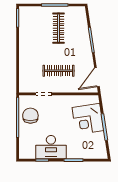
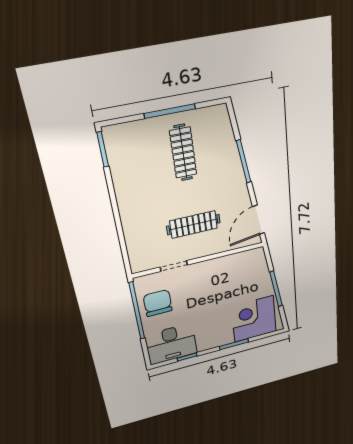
corner desk: (88, 119) -> (254, 319), moved, turned 99
desk: (51, 147) -> (171, 344), moved

